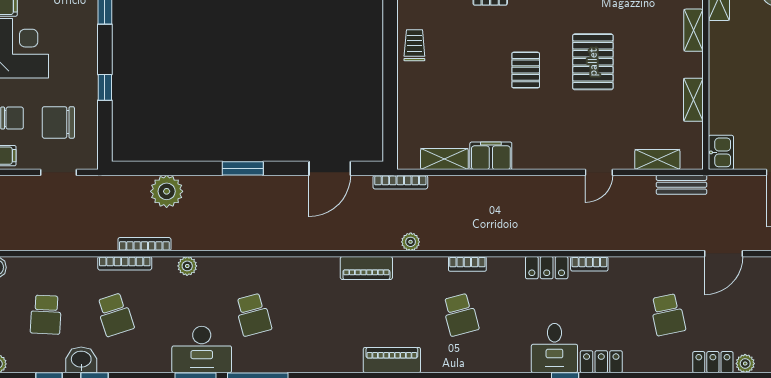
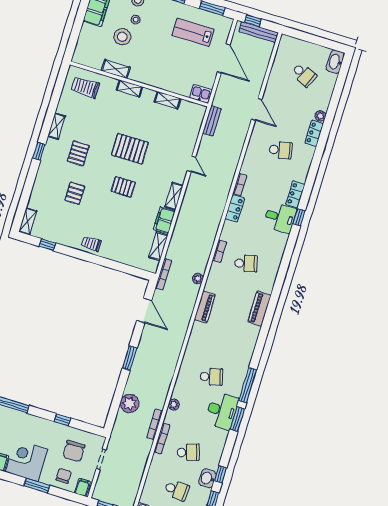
shelving: (657, 160) -> (174, 196), moved

